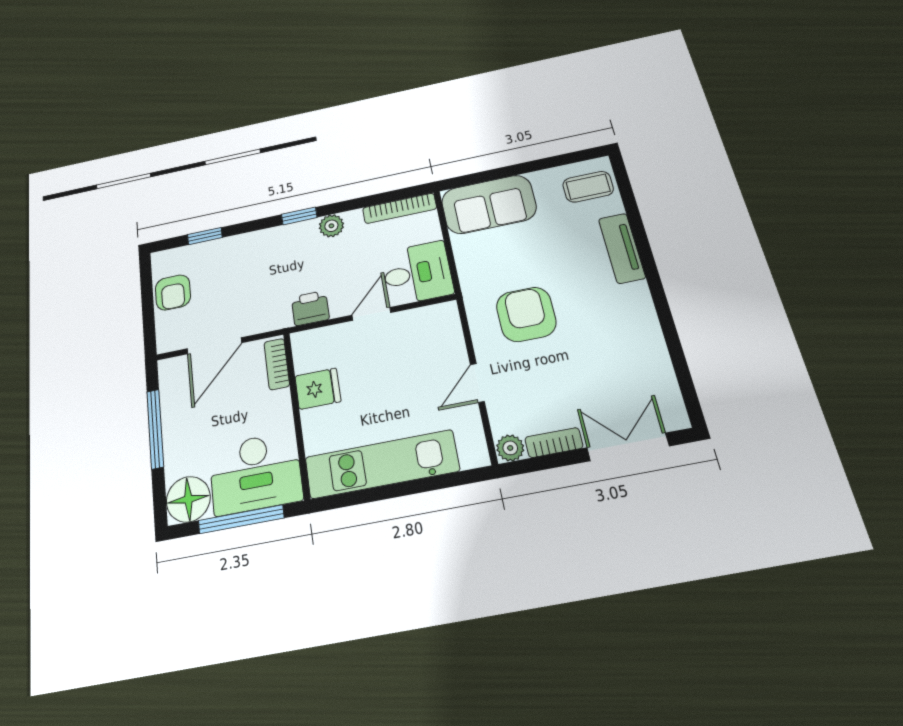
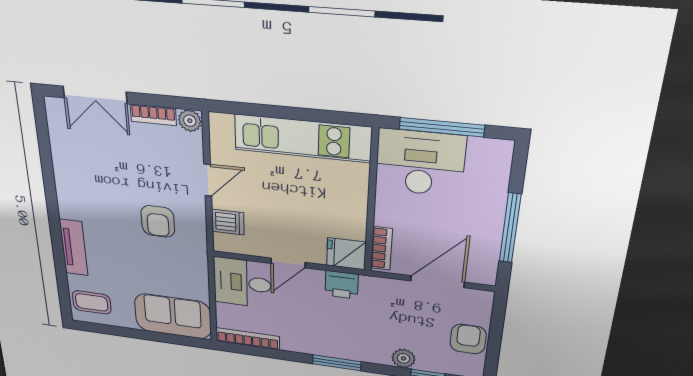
window: (299, 216) -> (337, 363), width x1.50
plant: (331, 226) -> (403, 358), moved
armchair: (526, 314) -> (158, 221), width x0.72, depth x0.72
dishwasher: (446, 340) -> (228, 222), added
fridge: (318, 389) -> (346, 254), moved
floor lamp: (188, 499) -> (490, 158), removed

